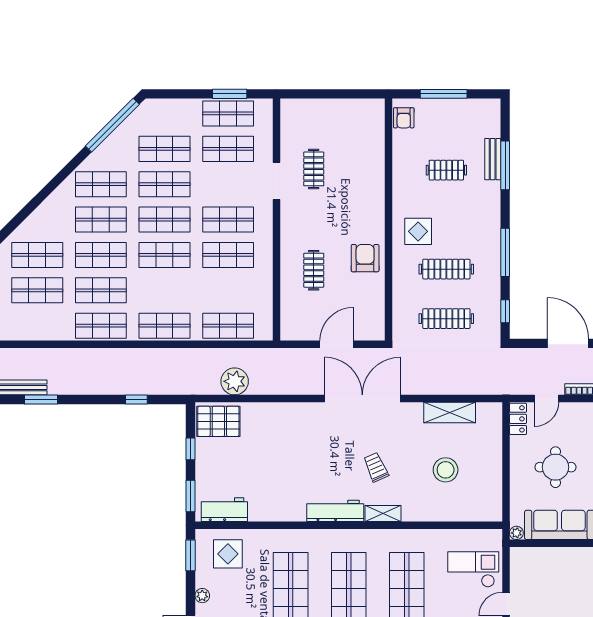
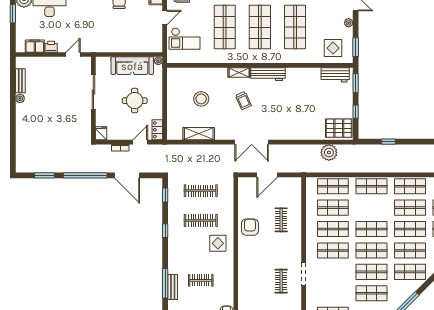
shop shelf: (228, 149) -> (333, 208), moved
window: (505, 252) -> (165, 231), width x0.46
armchair: (365, 258) -> (250, 227), turned 180
double door: (362, 399) -> (252, 142), width x0.73

